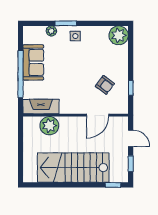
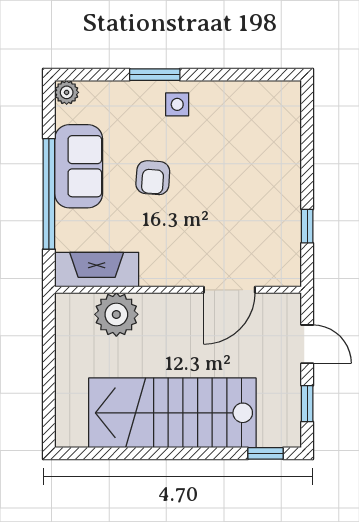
plant: (51, 31) -> (67, 92), moved
plant: (119, 35) -> (279, 103), removed
armchair: (105, 85) -> (153, 178), moved, turned 57

